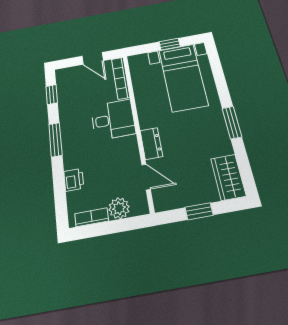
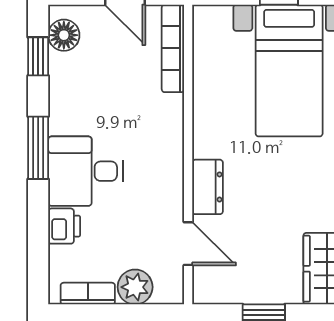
floor lamp: (64, 82) -> (64, 35), added
desk: (113, 120) -> (86, 171), moved, turned 180

